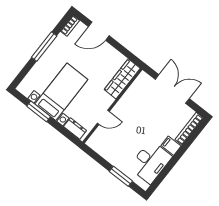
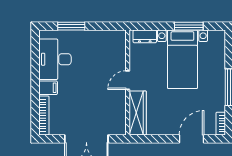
door: (103, 117) -> (128, 80), moved

